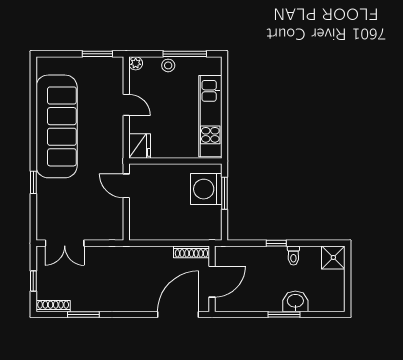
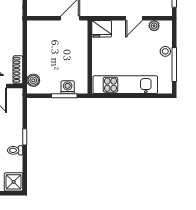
plant: (136, 63) -> (154, 26), moved
washing machine: (206, 189) -> (68, 87), width x0.53, depth x0.53
boiler: (205, 233) -> (33, 80), added

